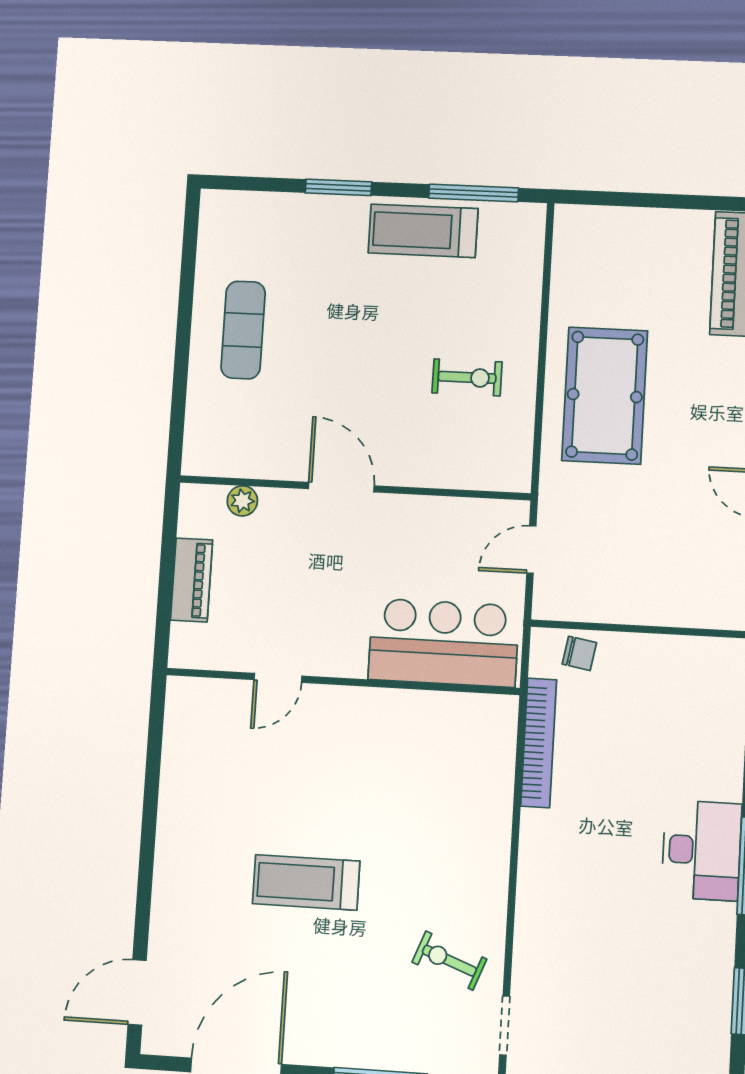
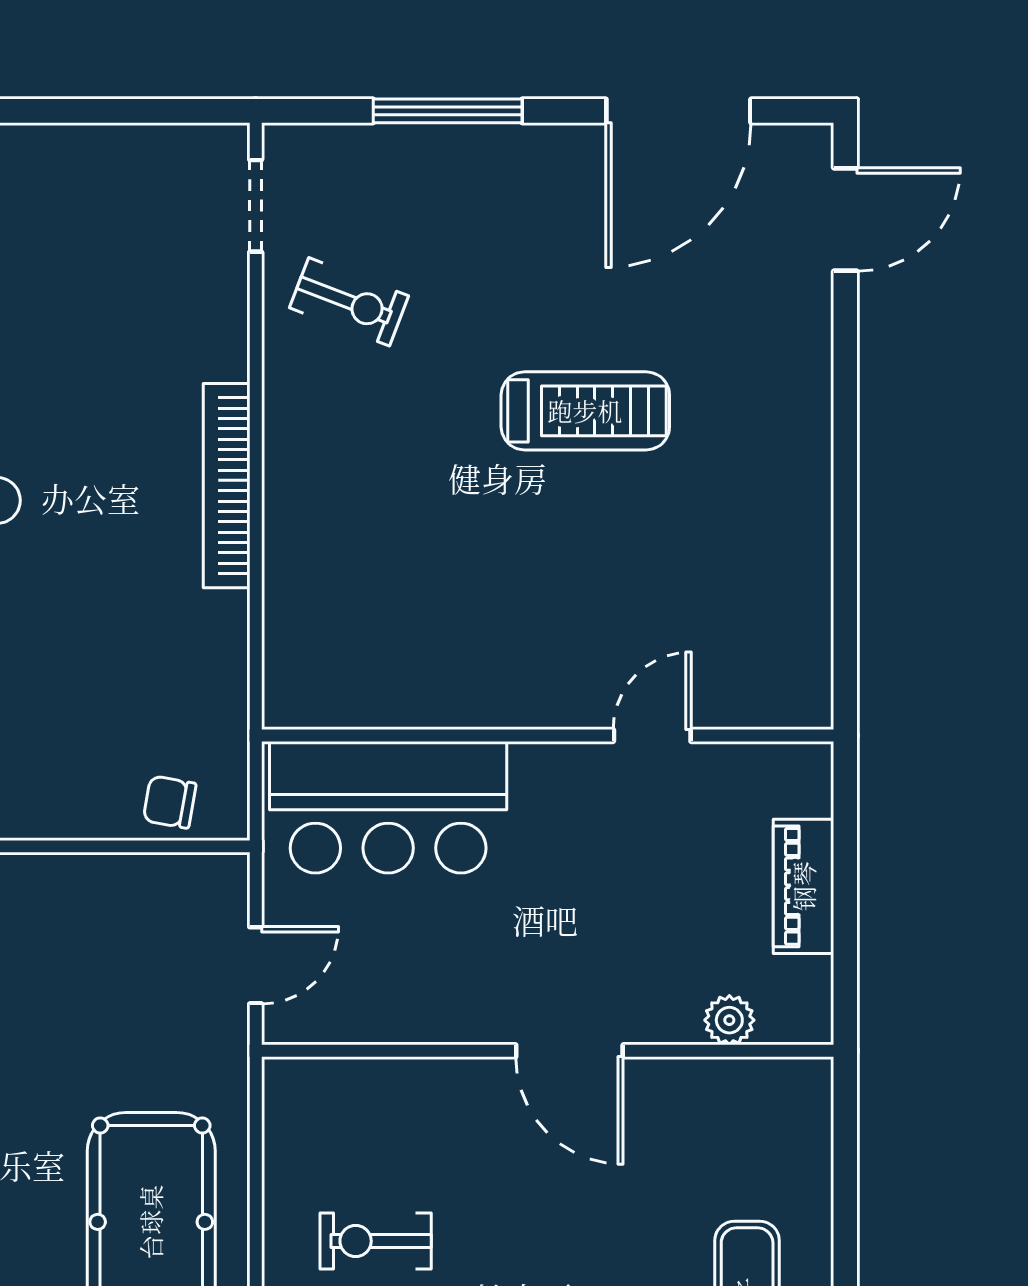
bookcase: (539, 743) -> (227, 486), moved

